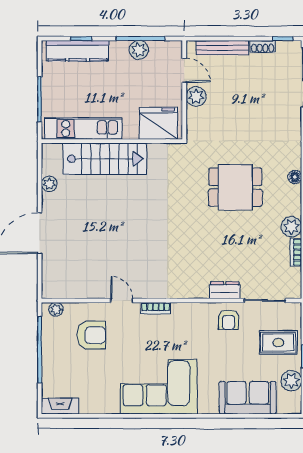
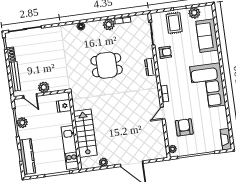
door: (184, 70) -> (30, 96), swing flipped
fridge: (158, 123) -> (64, 106), width x0.53, depth x0.75
dining table: (235, 187) -> (107, 65), moved, turned 90
dresser: (225, 290) -> (151, 67), moved

